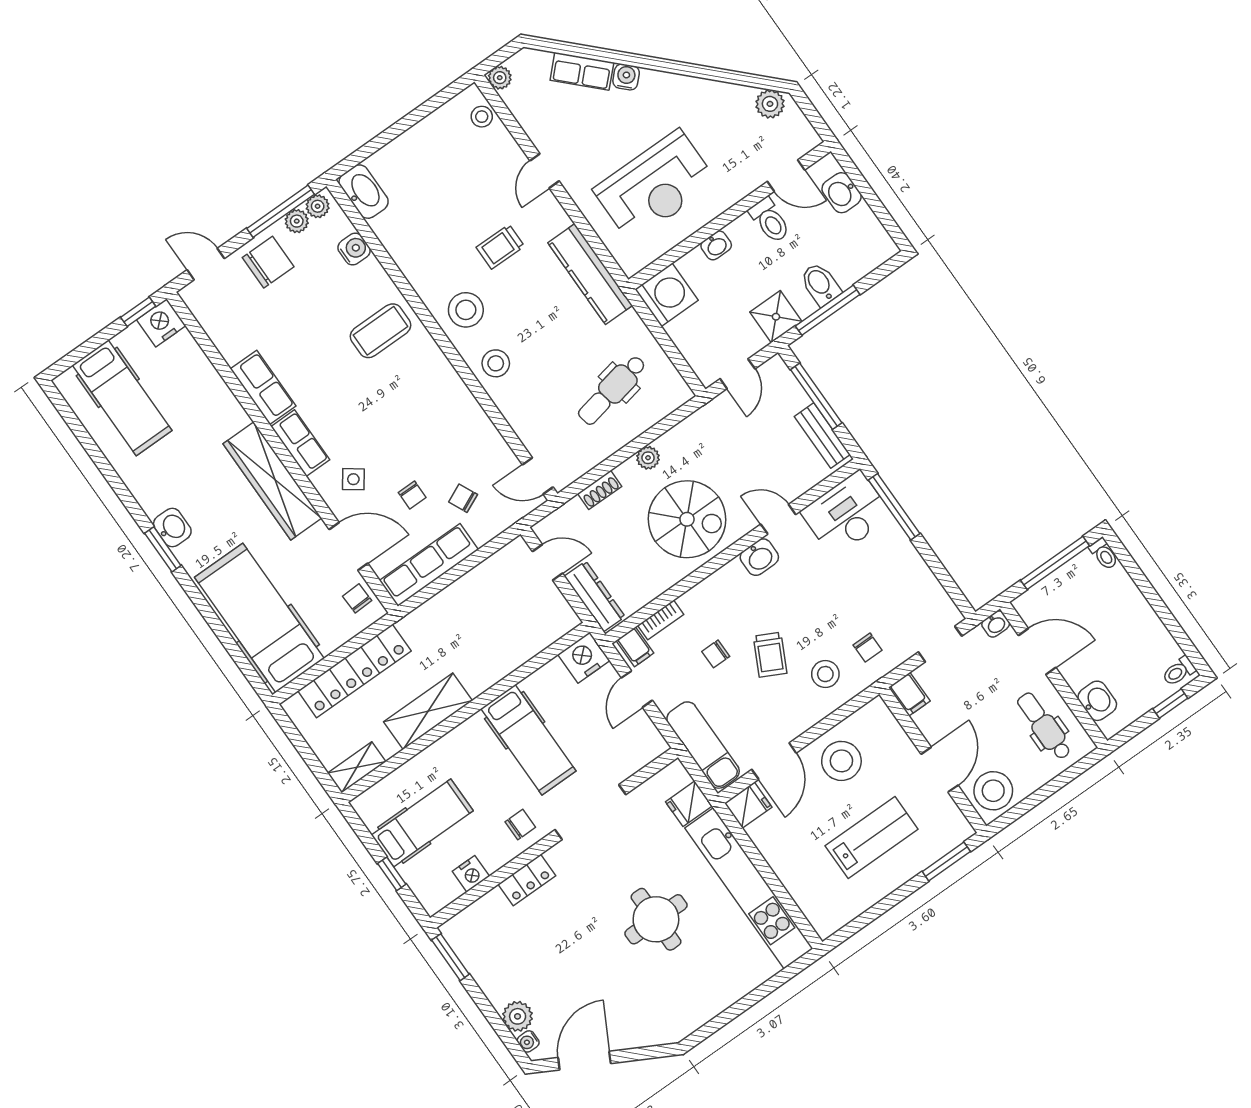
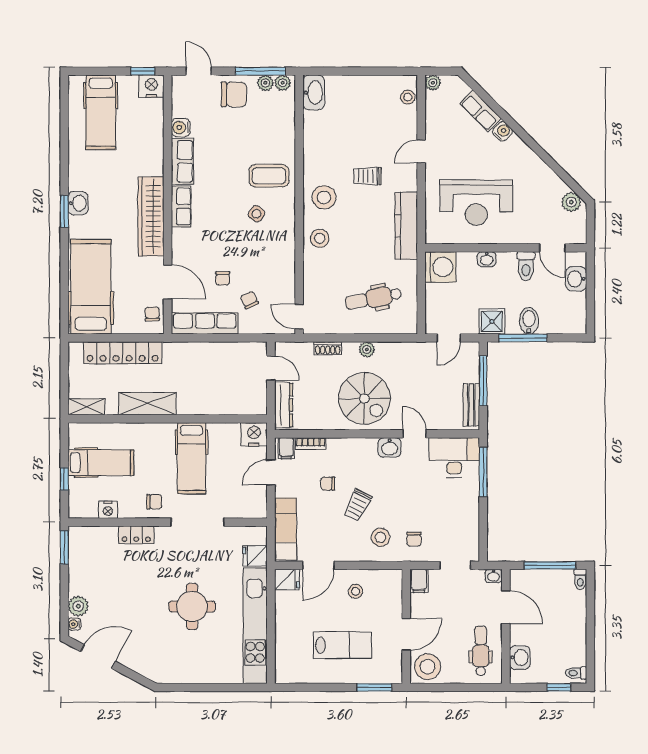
water cooler: (354, 249) -> (181, 128), moved, turned 180
side table: (353, 479) -> (256, 214), moved
stool: (841, 761) -> (356, 591), width x0.53, depth x0.53

